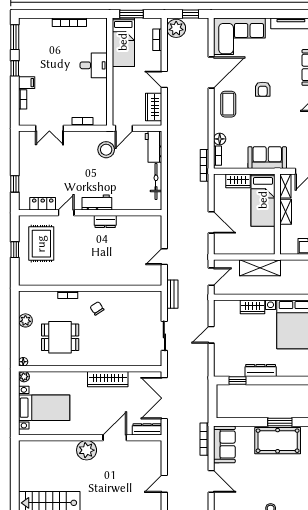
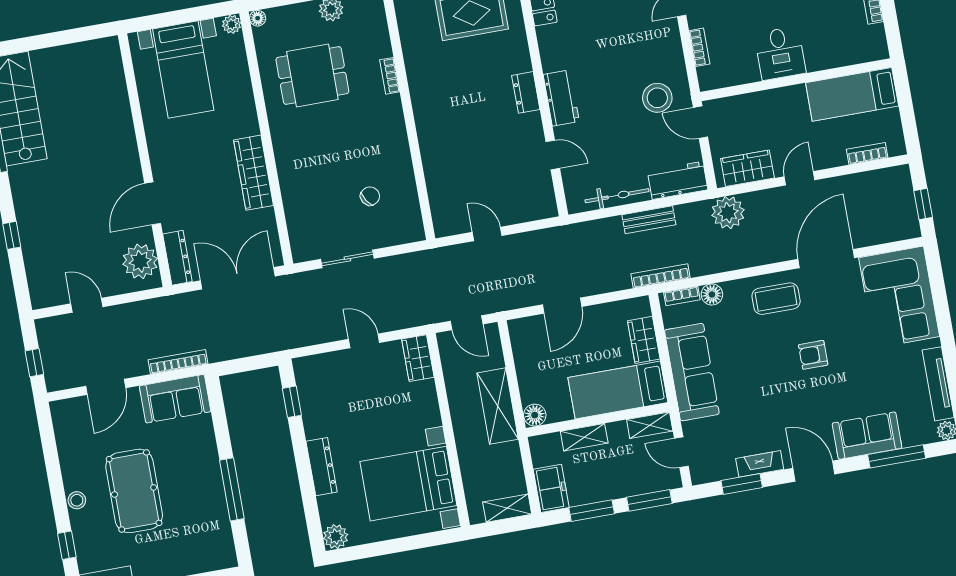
window: (131, 14) -> (905, 100), removed
plant: (176, 28) -> (728, 213), moved
desk: (94, 65) -> (780, 53), moved
door: (211, 73) -> (826, 259), swing flipped
sofa: (267, 158) -> (692, 372), width x1.36
shelving: (286, 212) -> (584, 437), moved
door: (66, 213) -> (553, 155), moved
dresser: (105, 221) -> (526, 92), moved
floor lamp: (269, 248) -> (535, 415), added
bench: (172, 294) -> (649, 220), moved
wardrobe: (253, 307) -> (418, 358), moved
chair: (97, 308) -> (370, 196), moved
dining table: (60, 337) -> (312, 75), turned 90
dresser: (261, 370) -> (322, 467), moved
window: (280, 422) -> (232, 489), width x1.44
door: (115, 438) -> (153, 203), swing flipped
pool table: (278, 441) -> (134, 491), moved
plant: (87, 450) -> (140, 261), moved

